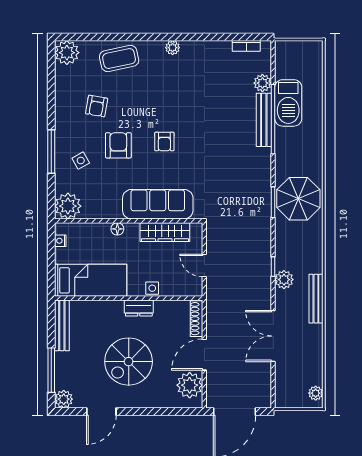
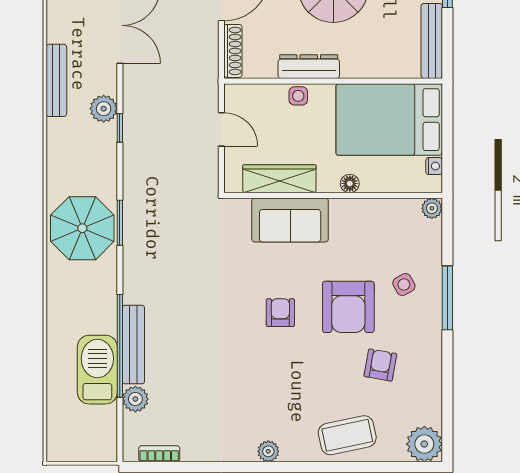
armchair: (118, 145) -> (348, 307), width x1.36, depth x1.36
sofa: (158, 204) -> (290, 220), width x0.73
plant: (68, 206) -> (432, 208), width x0.53, depth x0.53
bed: (91, 280) -> (389, 120), width x1.50
dresser: (139, 308) -> (309, 67), width x1.44

